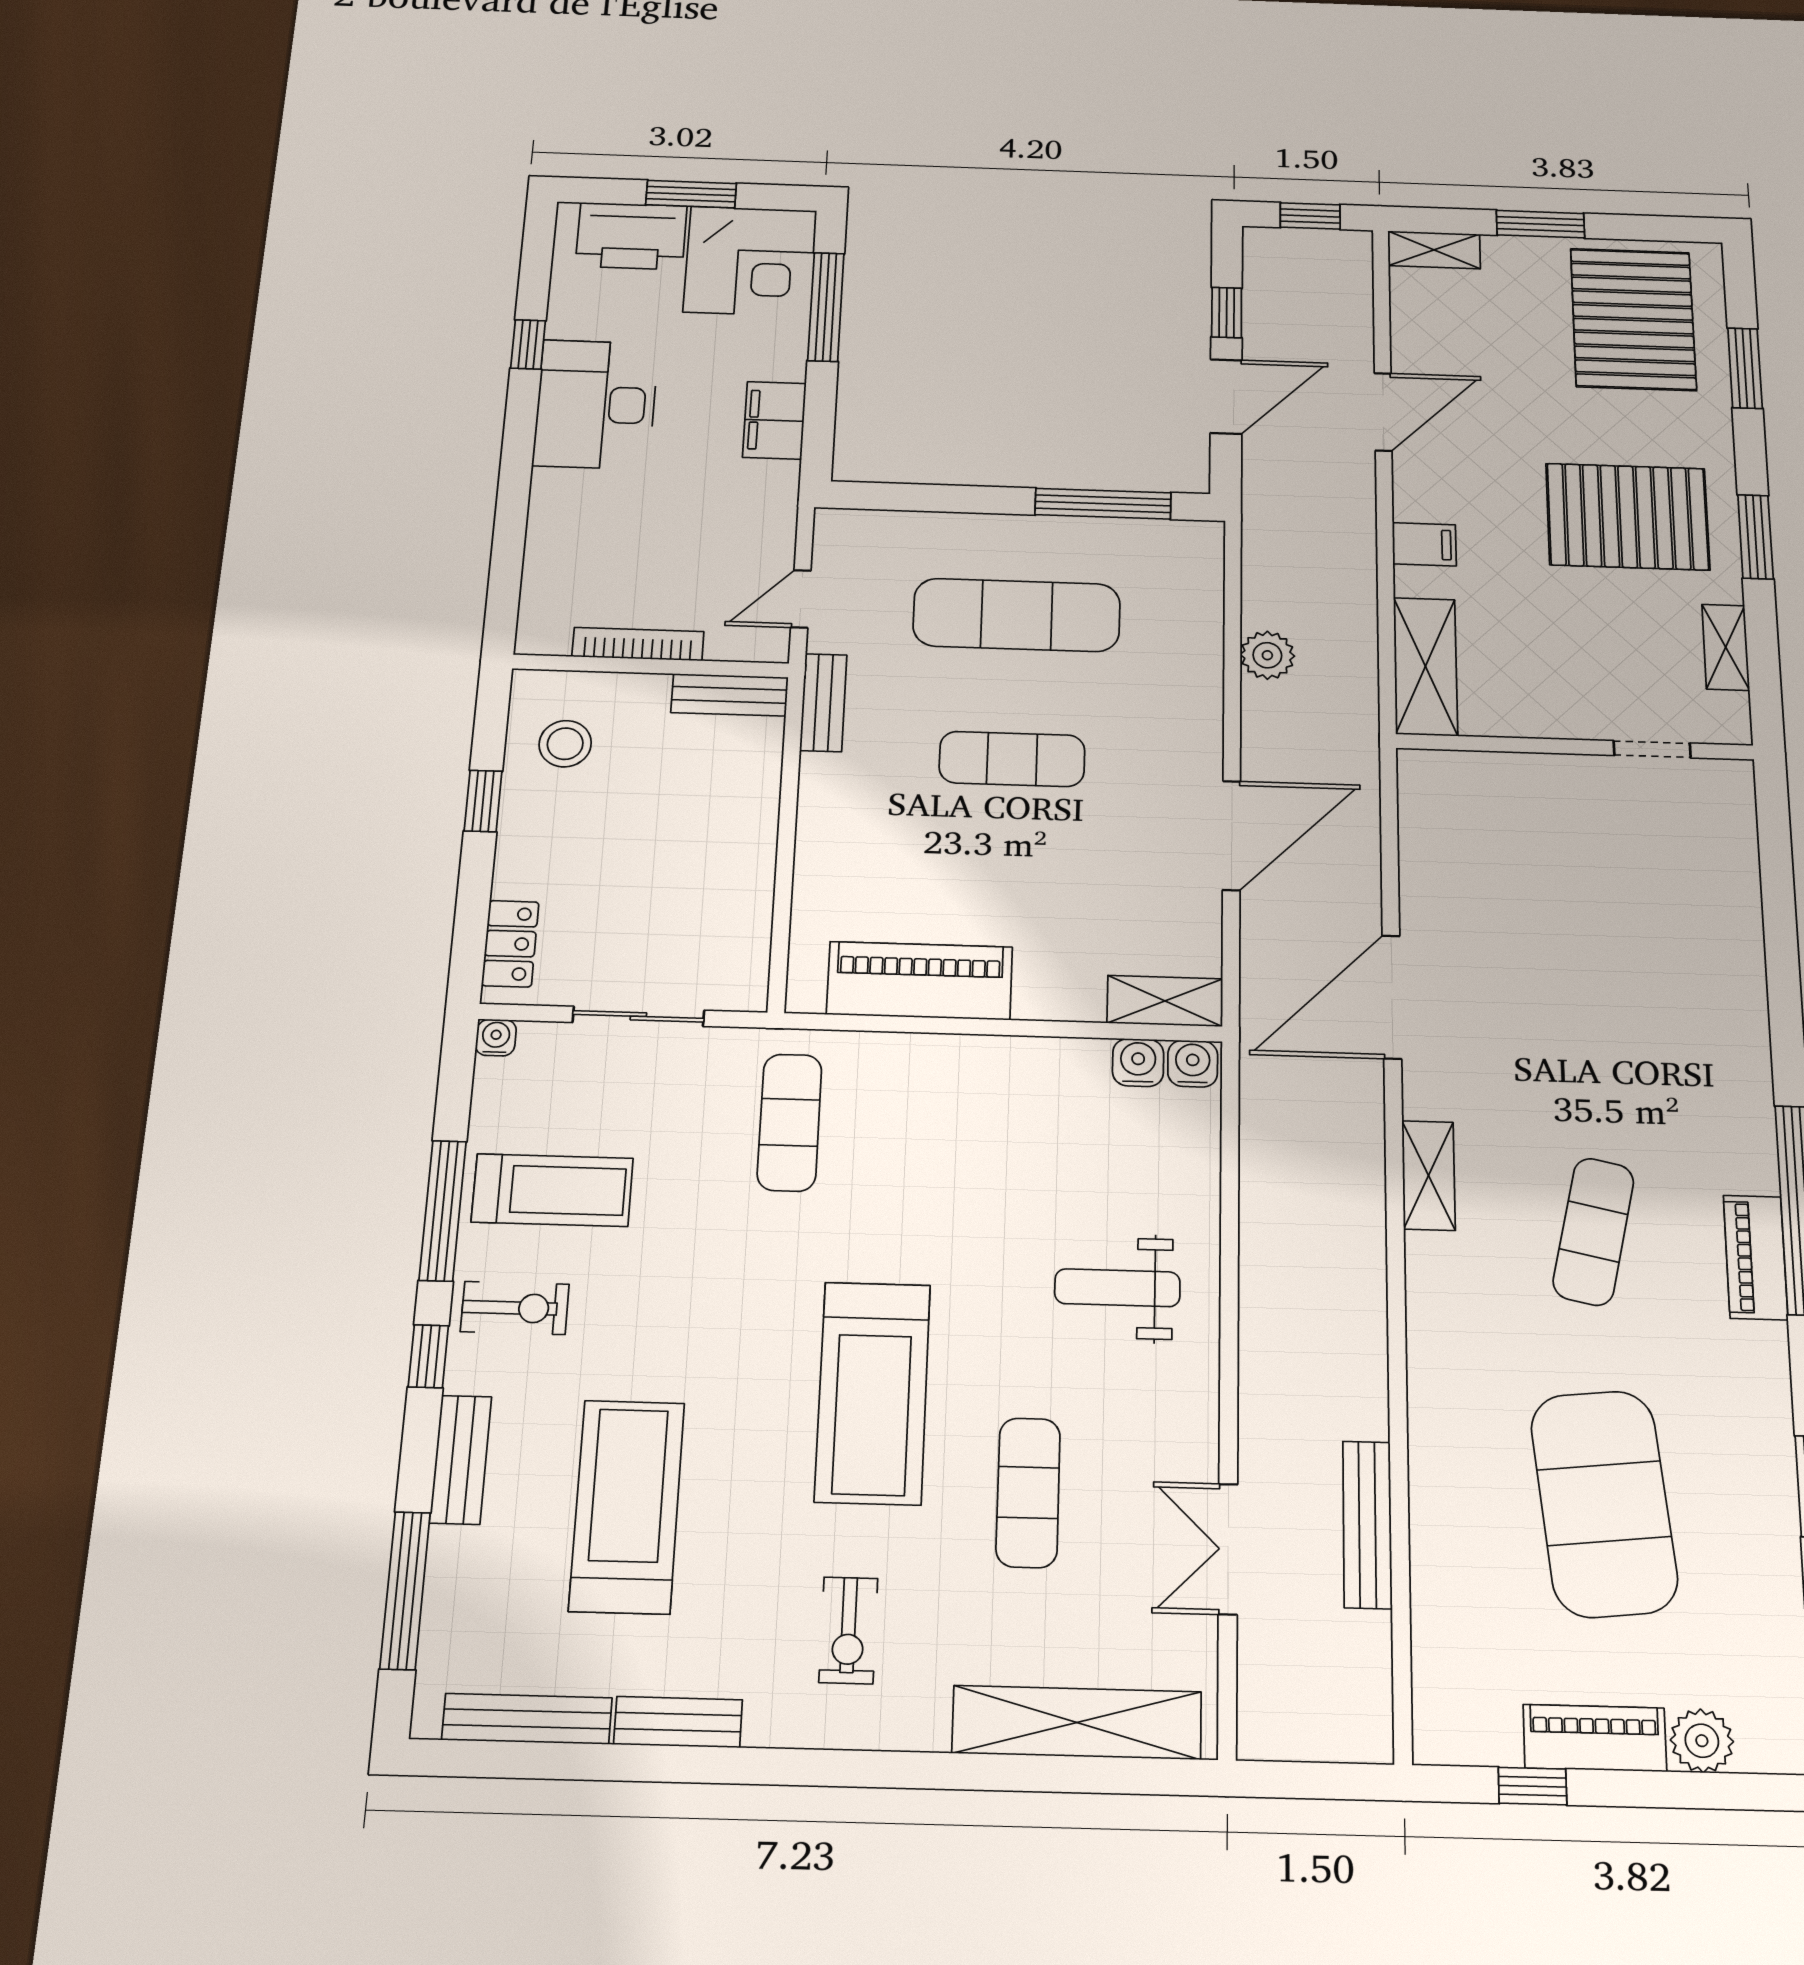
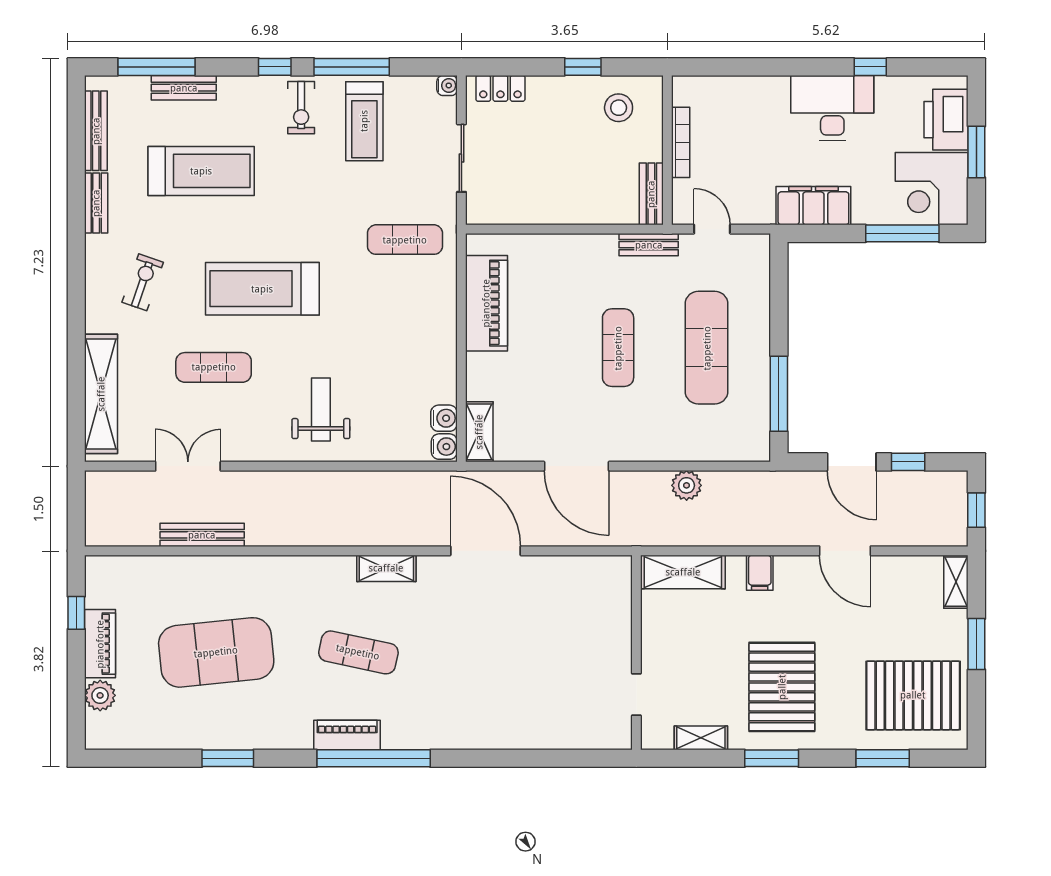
filing cabinet: (774, 420) -> (813, 206), width x1.50, depth x1.17
bench: (461, 1460) -> (184, 88), moved
exercise bike: (848, 1630) -> (143, 282), turned 109

